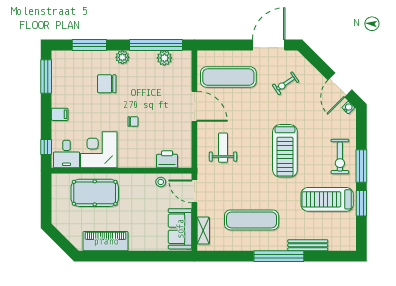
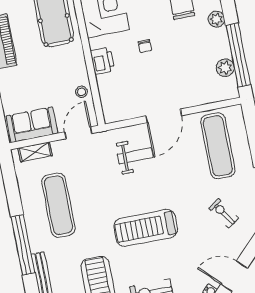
door: (194, 106) -> (164, 116), moved
printer: (167, 159) -> (102, 61), moved

